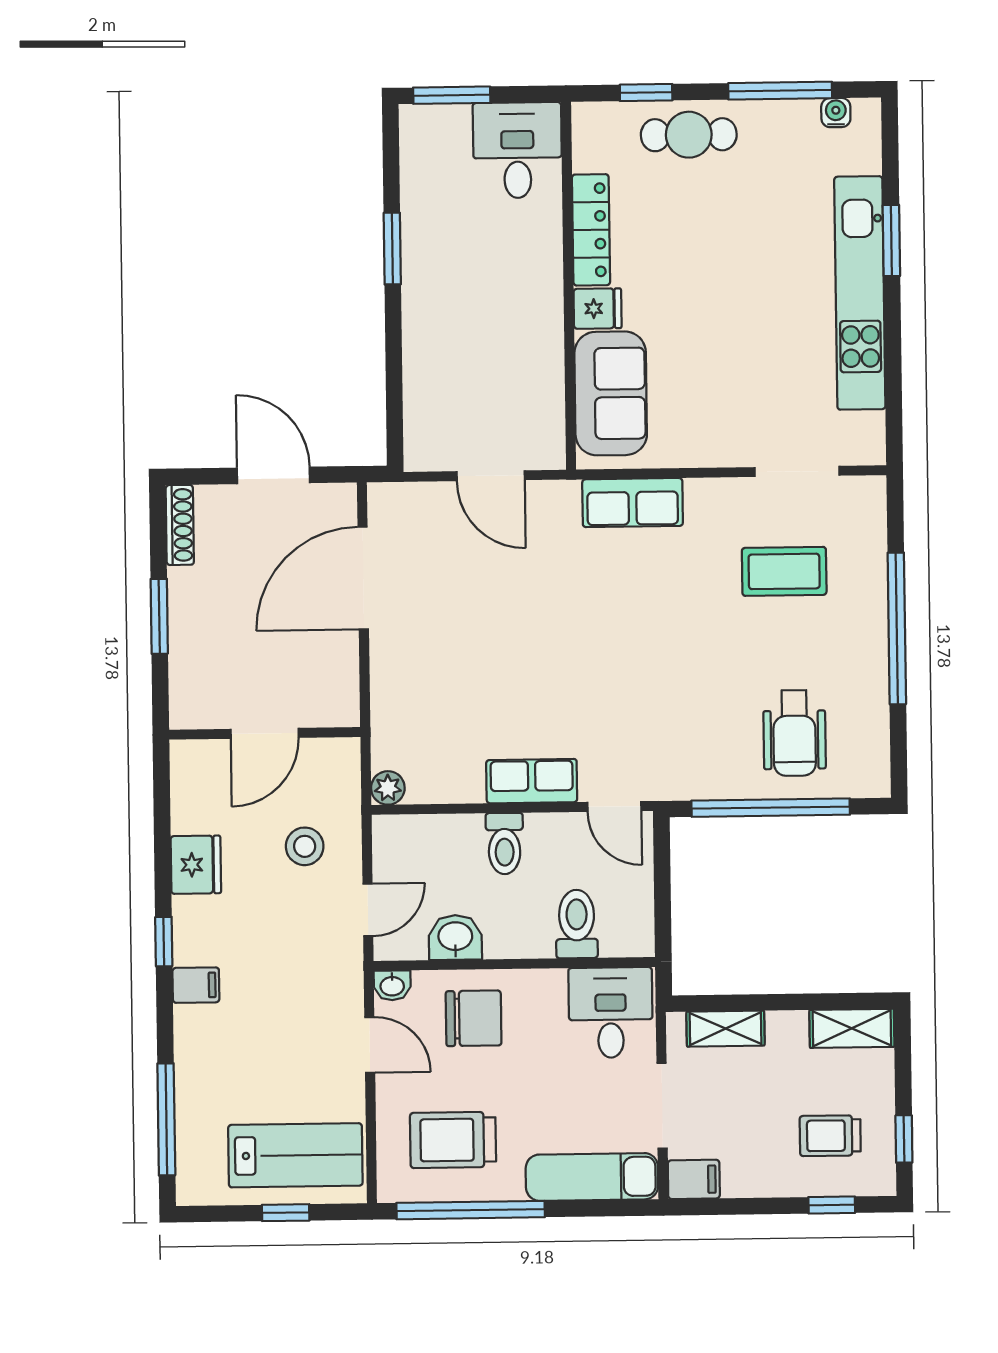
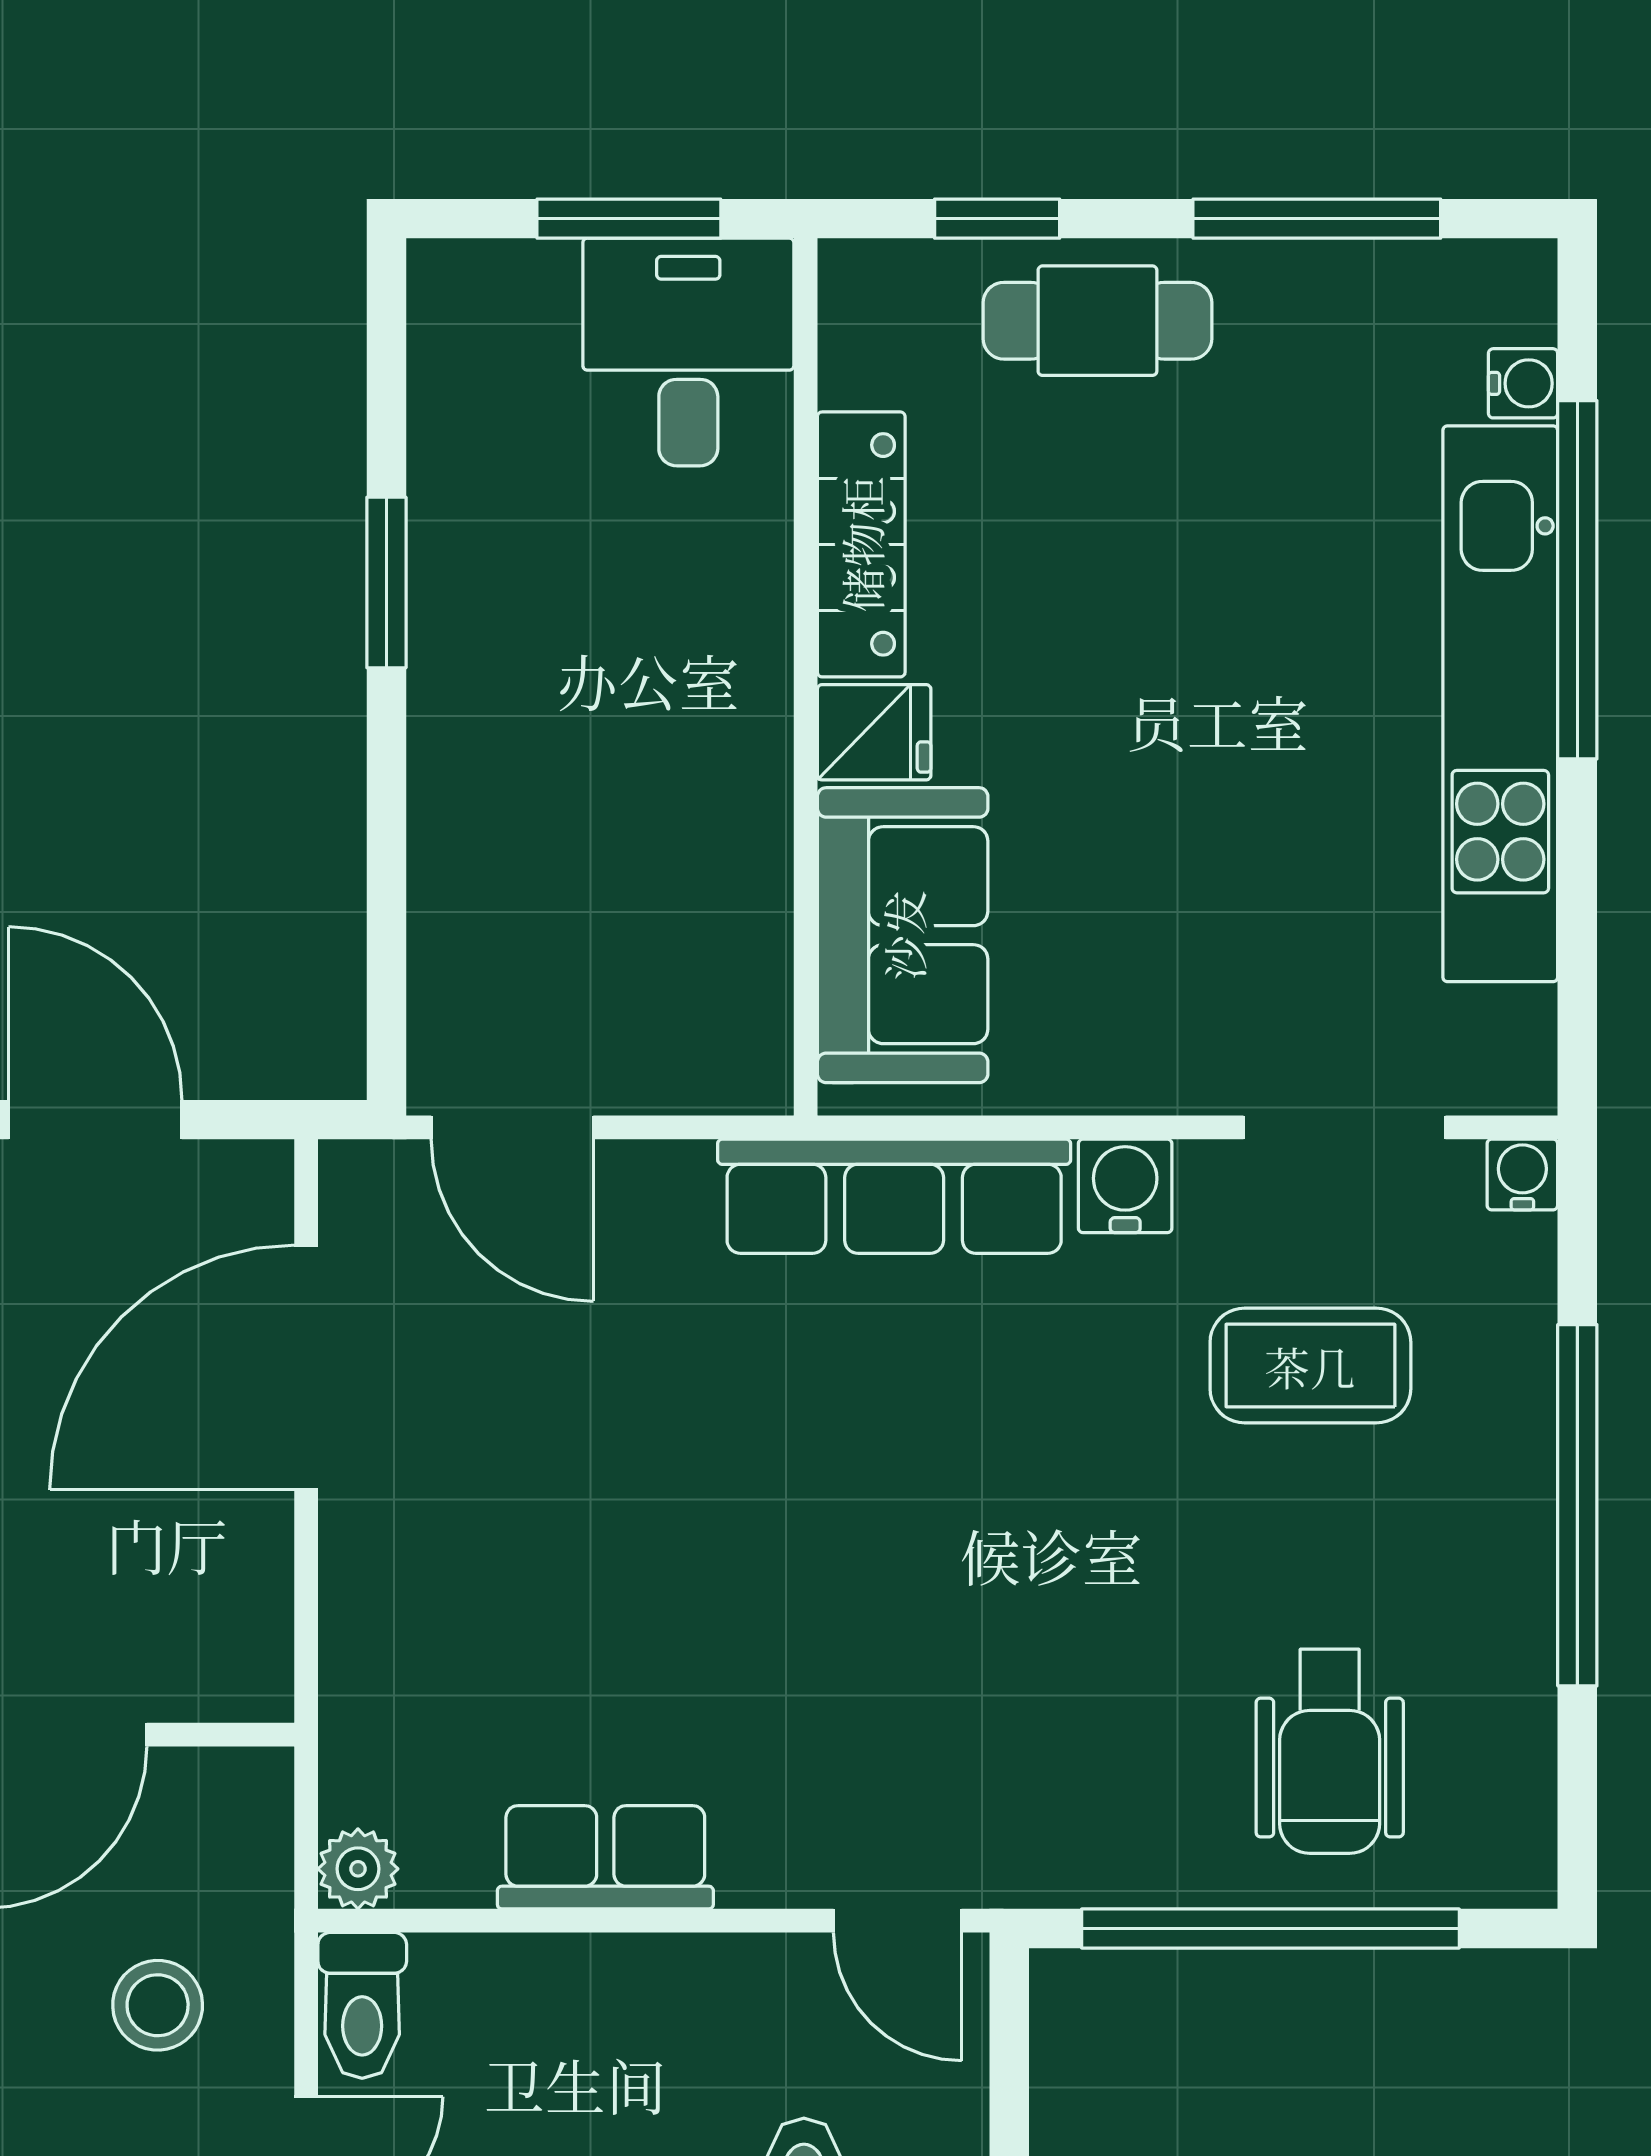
window: (452, 95) -> (629, 219), moved
water cooler: (836, 113) -> (1523, 383), moved, turned 90
window: (891, 240) -> (1577, 580), width x2.11
door: (491, 476) -> (512, 1127), moved
water cooler: (872, 490) -> (1522, 1175), added
water cooler: (705, 497) -> (1125, 1186), added
row of seats: (633, 503) -> (894, 1196), width x1.48
row of seats: (532, 781) -> (605, 1857), moved
toilet: (504, 844) -> (362, 2005), moved

